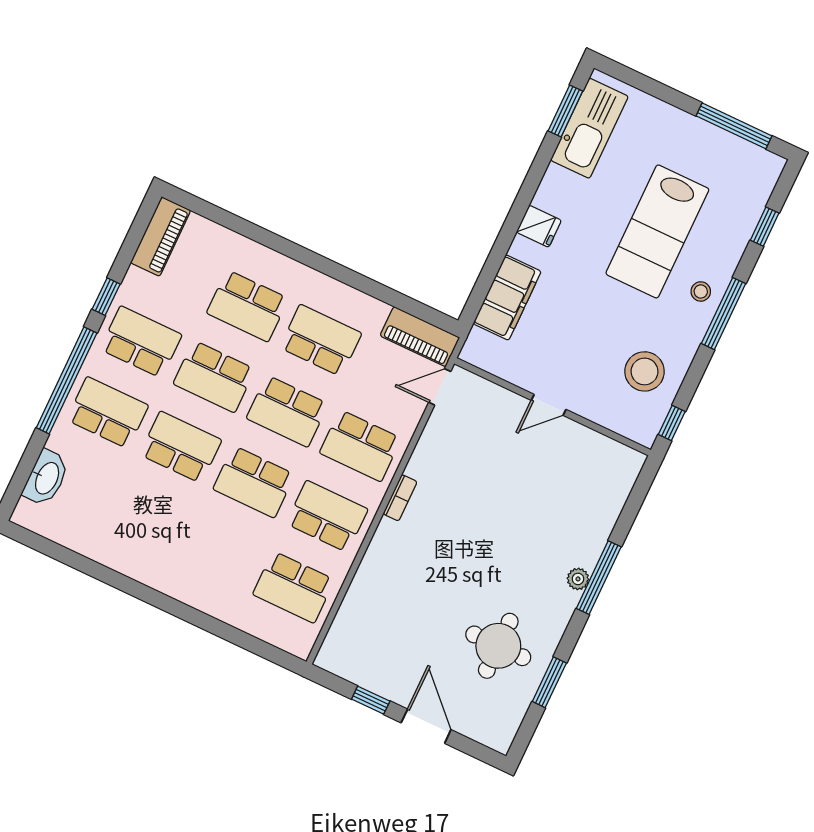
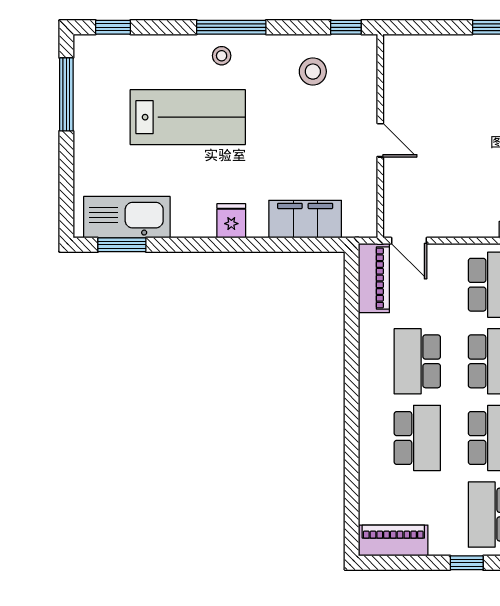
window: (765, 227) -> (113, 27), moved
stool: (645, 371) -> (313, 72), width x0.73, depth x0.73

